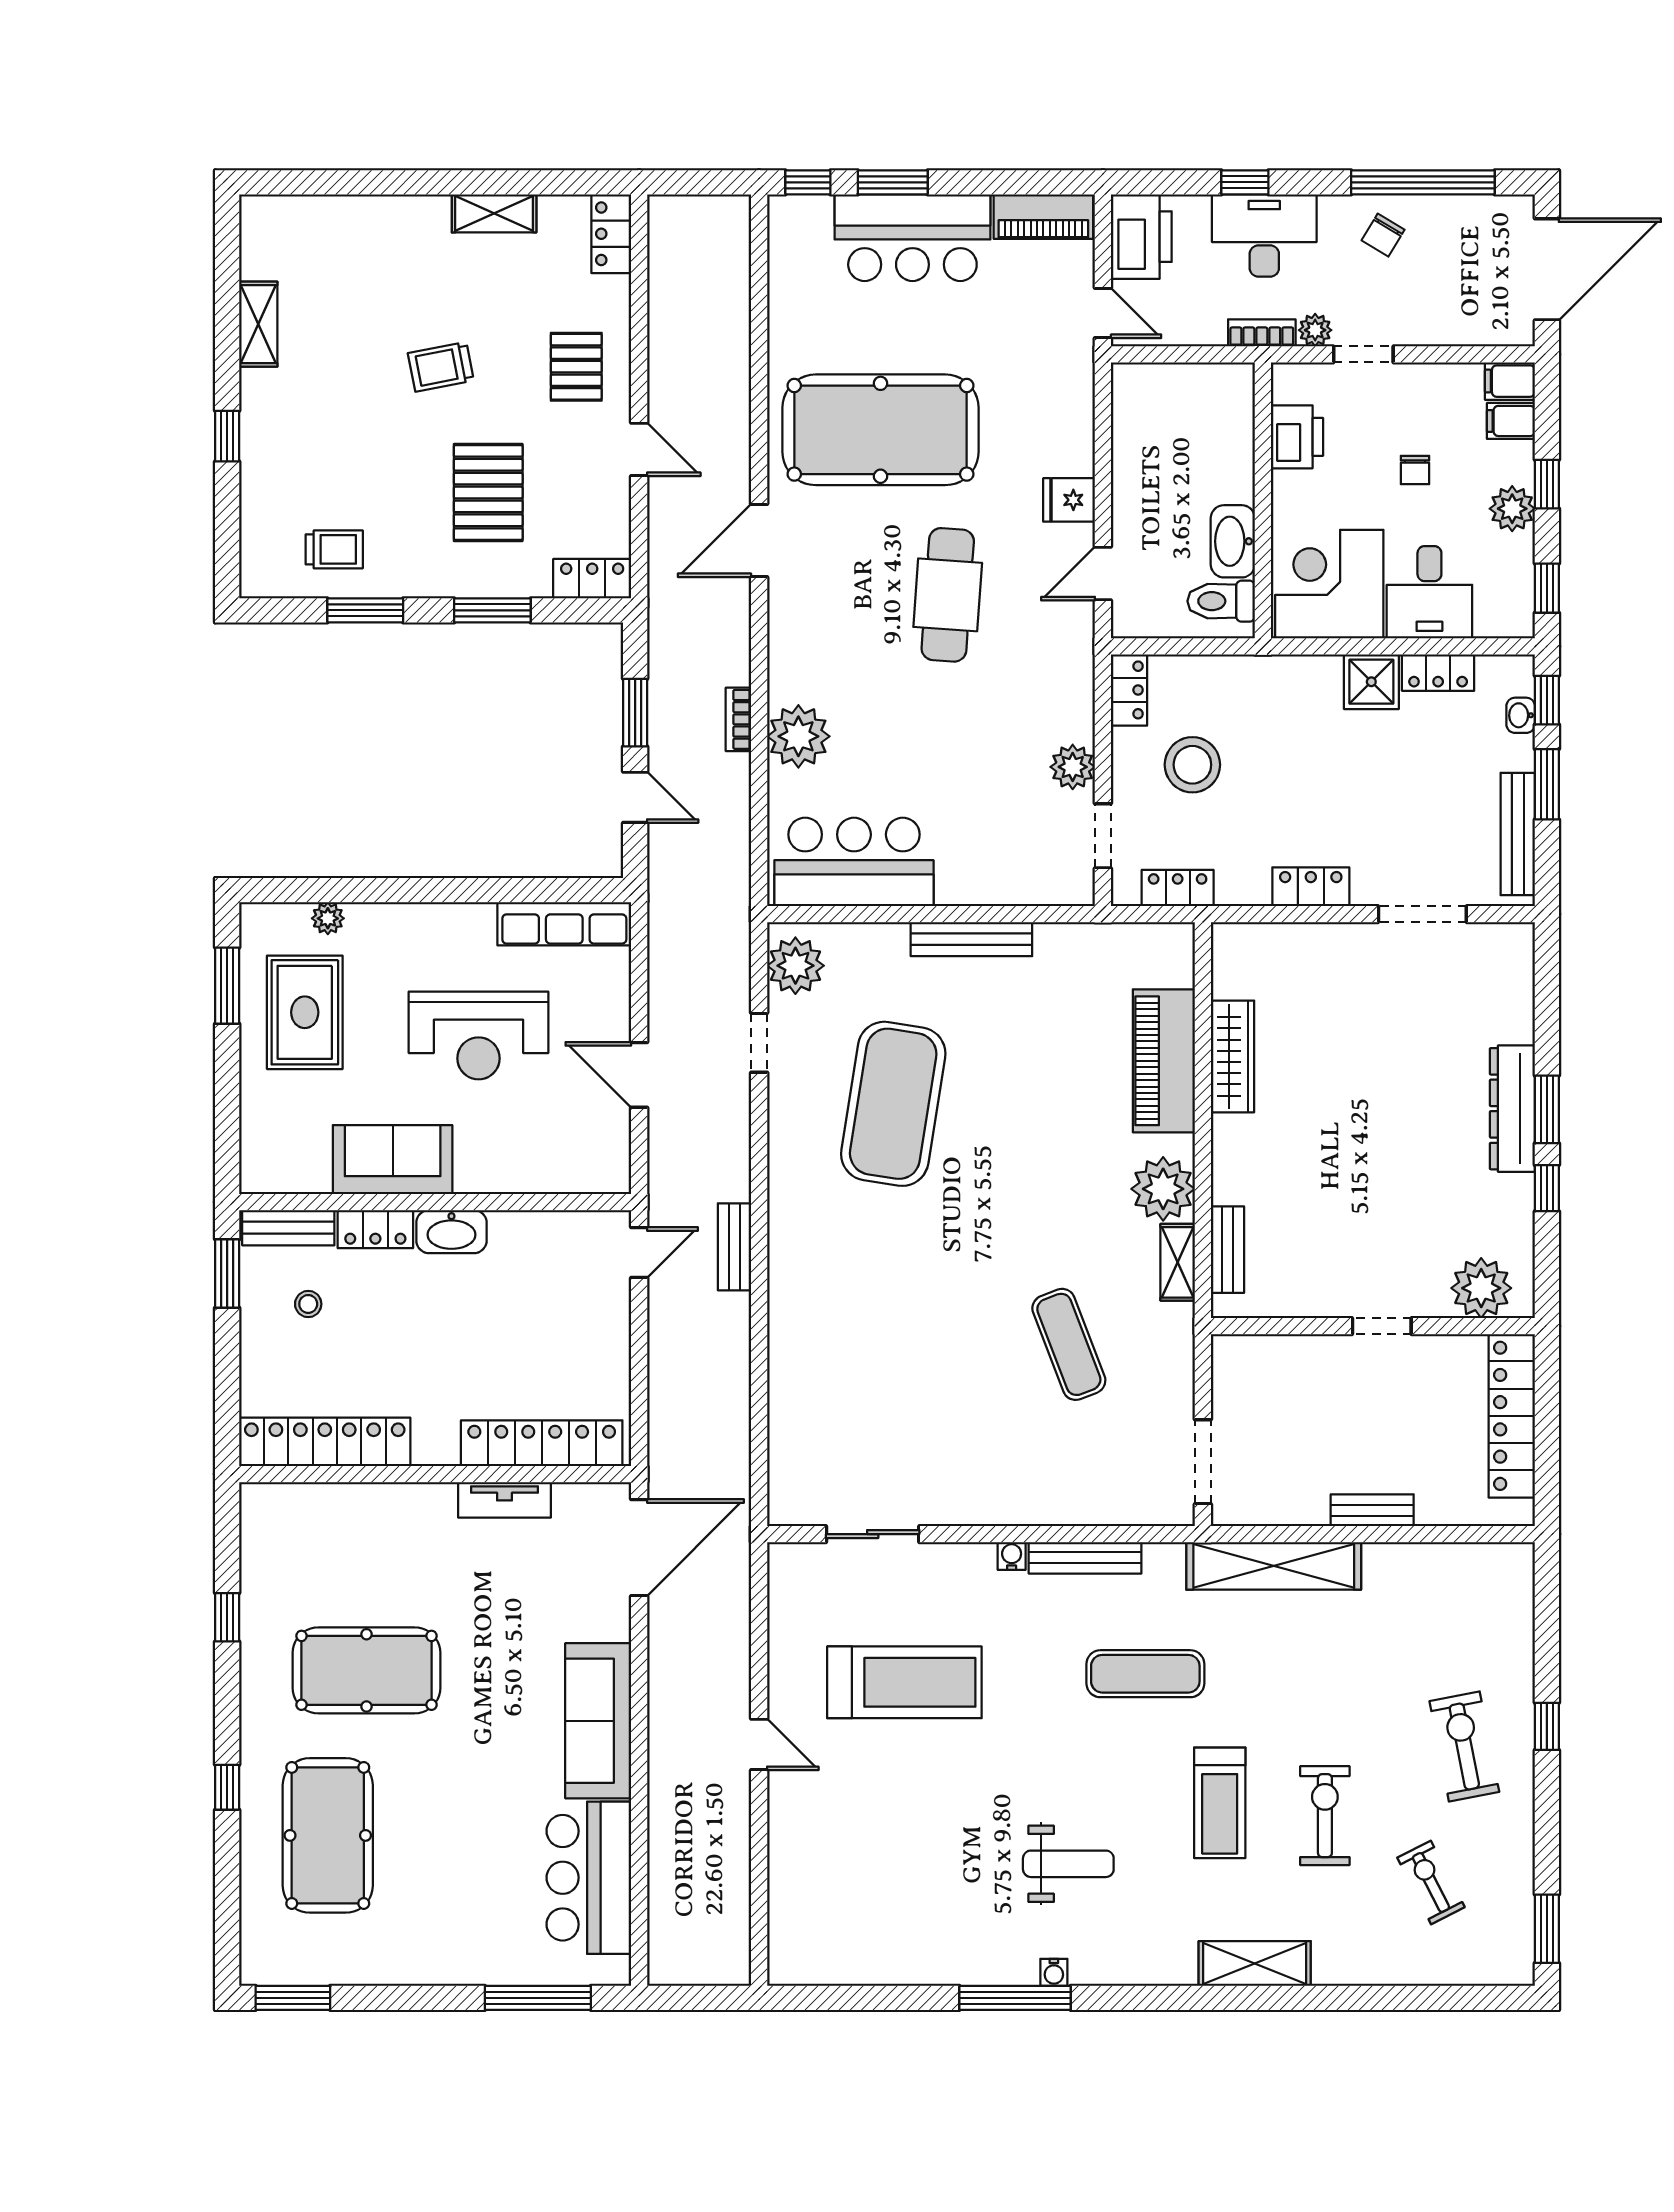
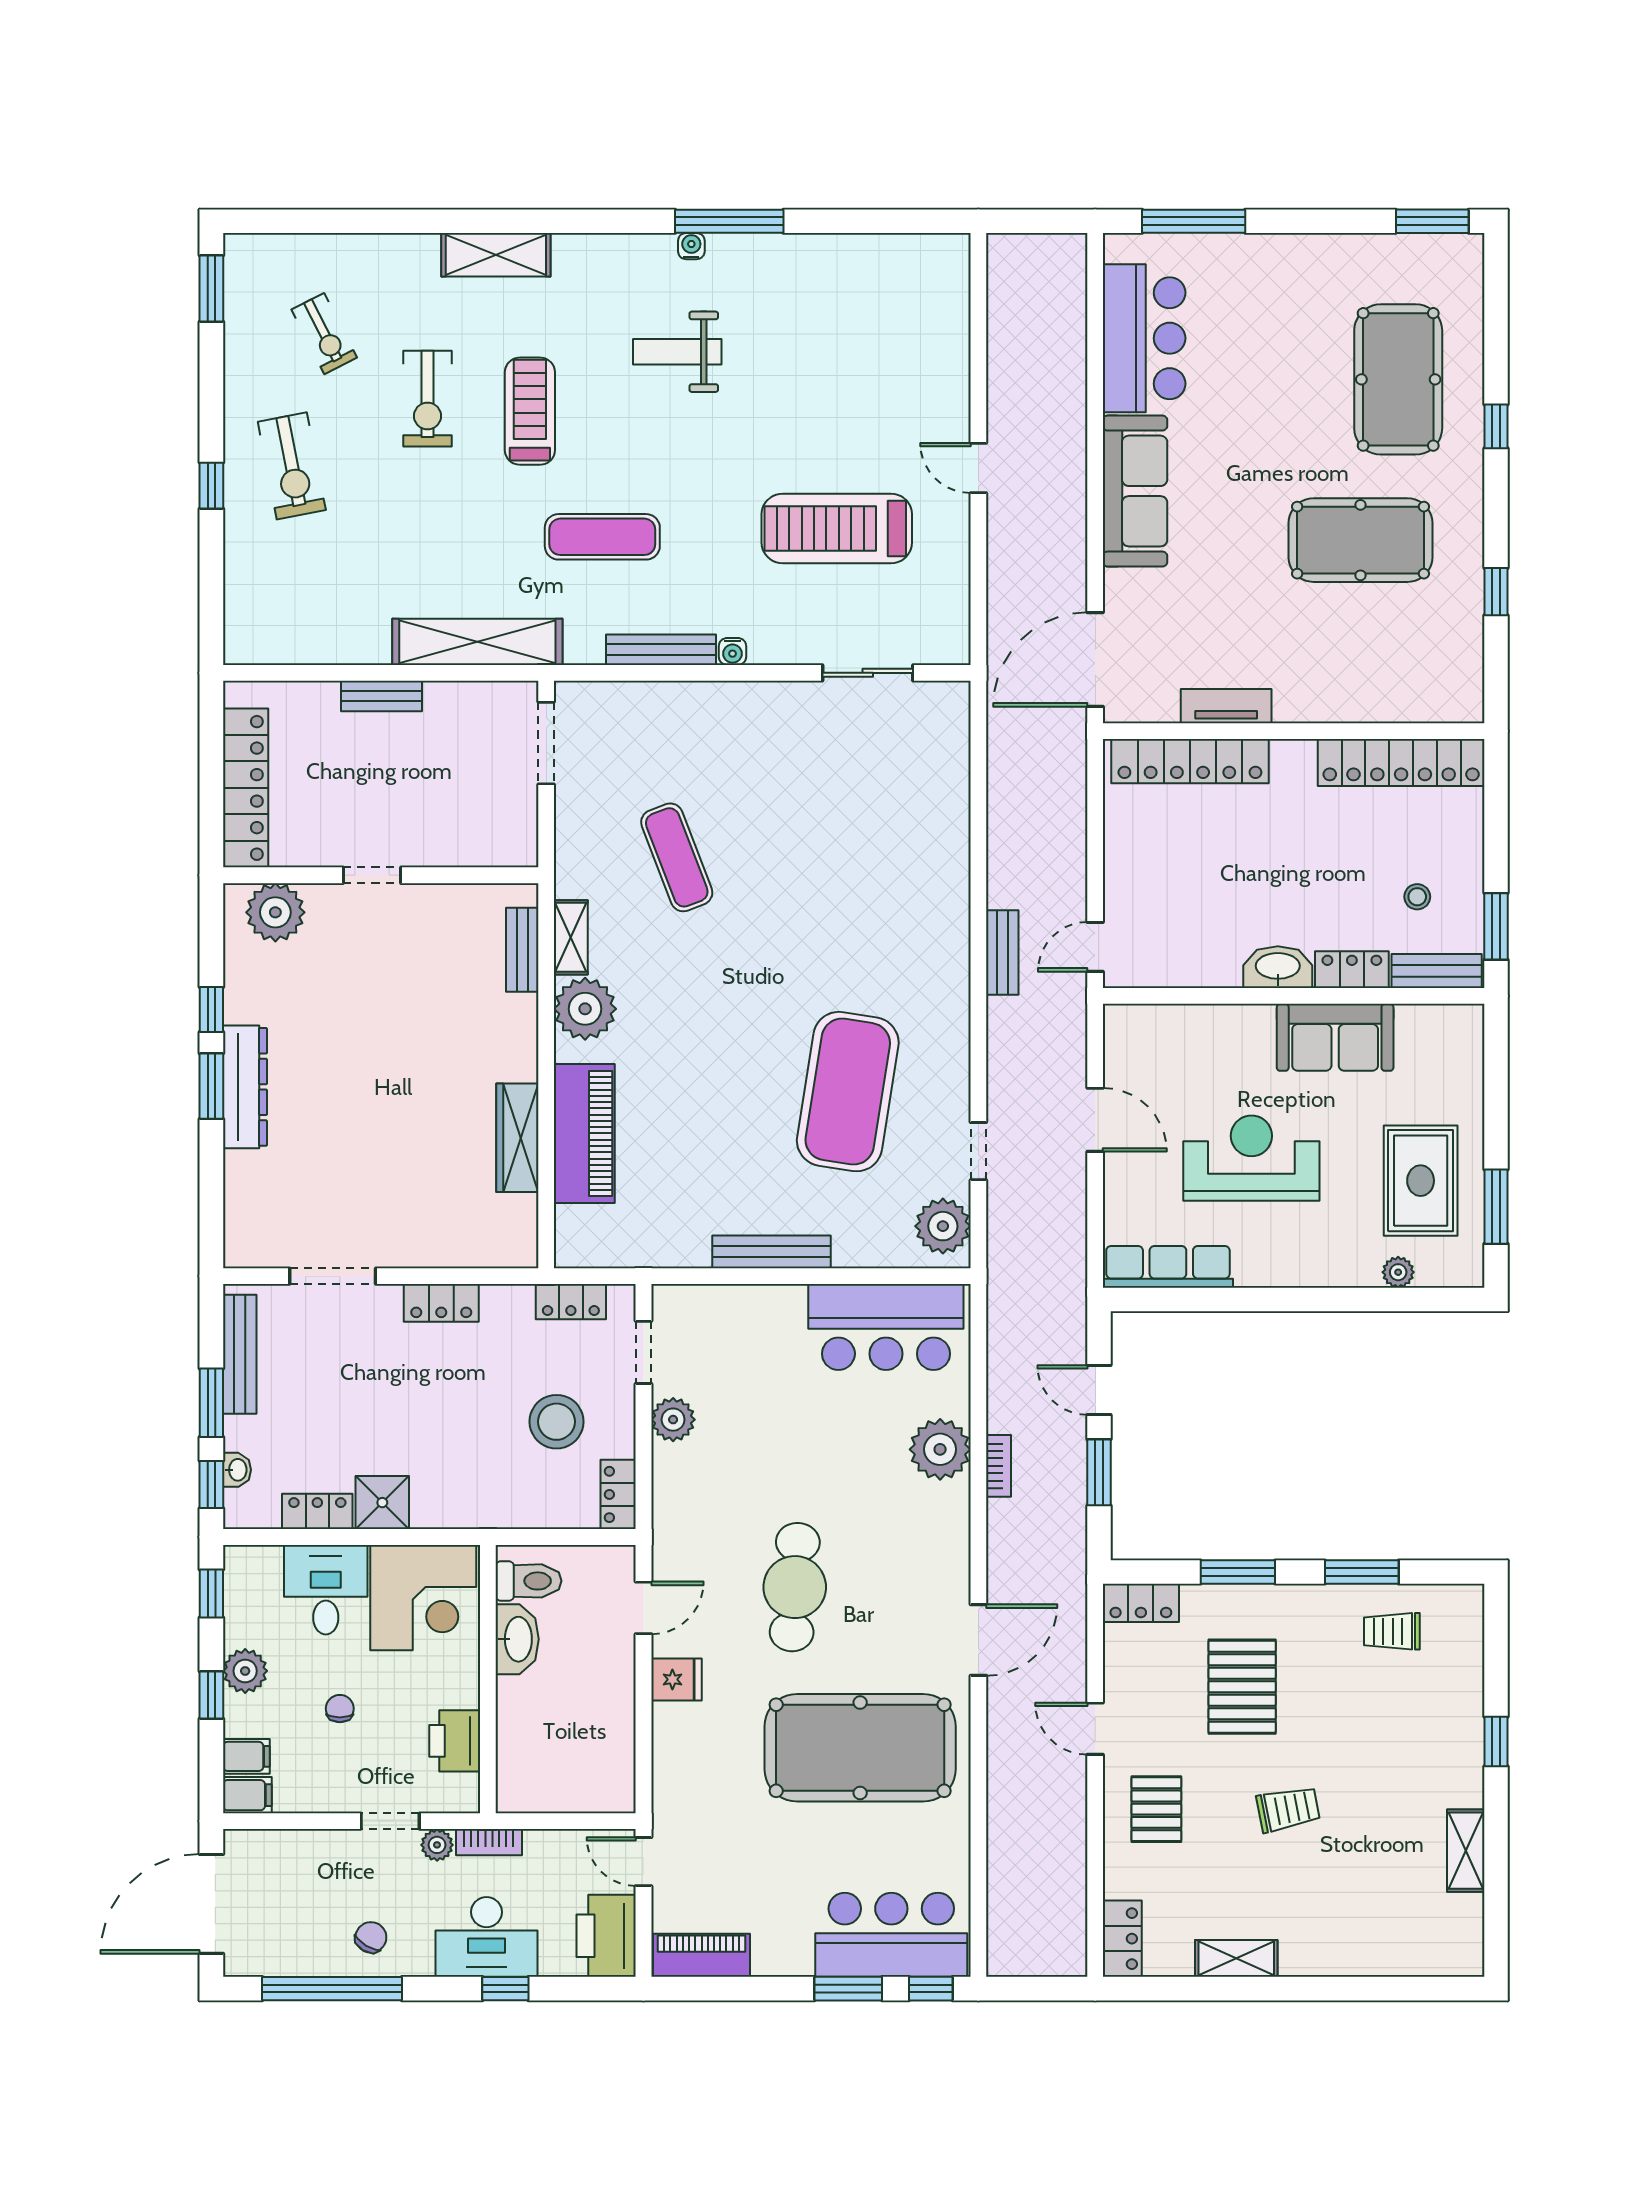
bar counter: (912, 238) -> (891, 1935), moved

